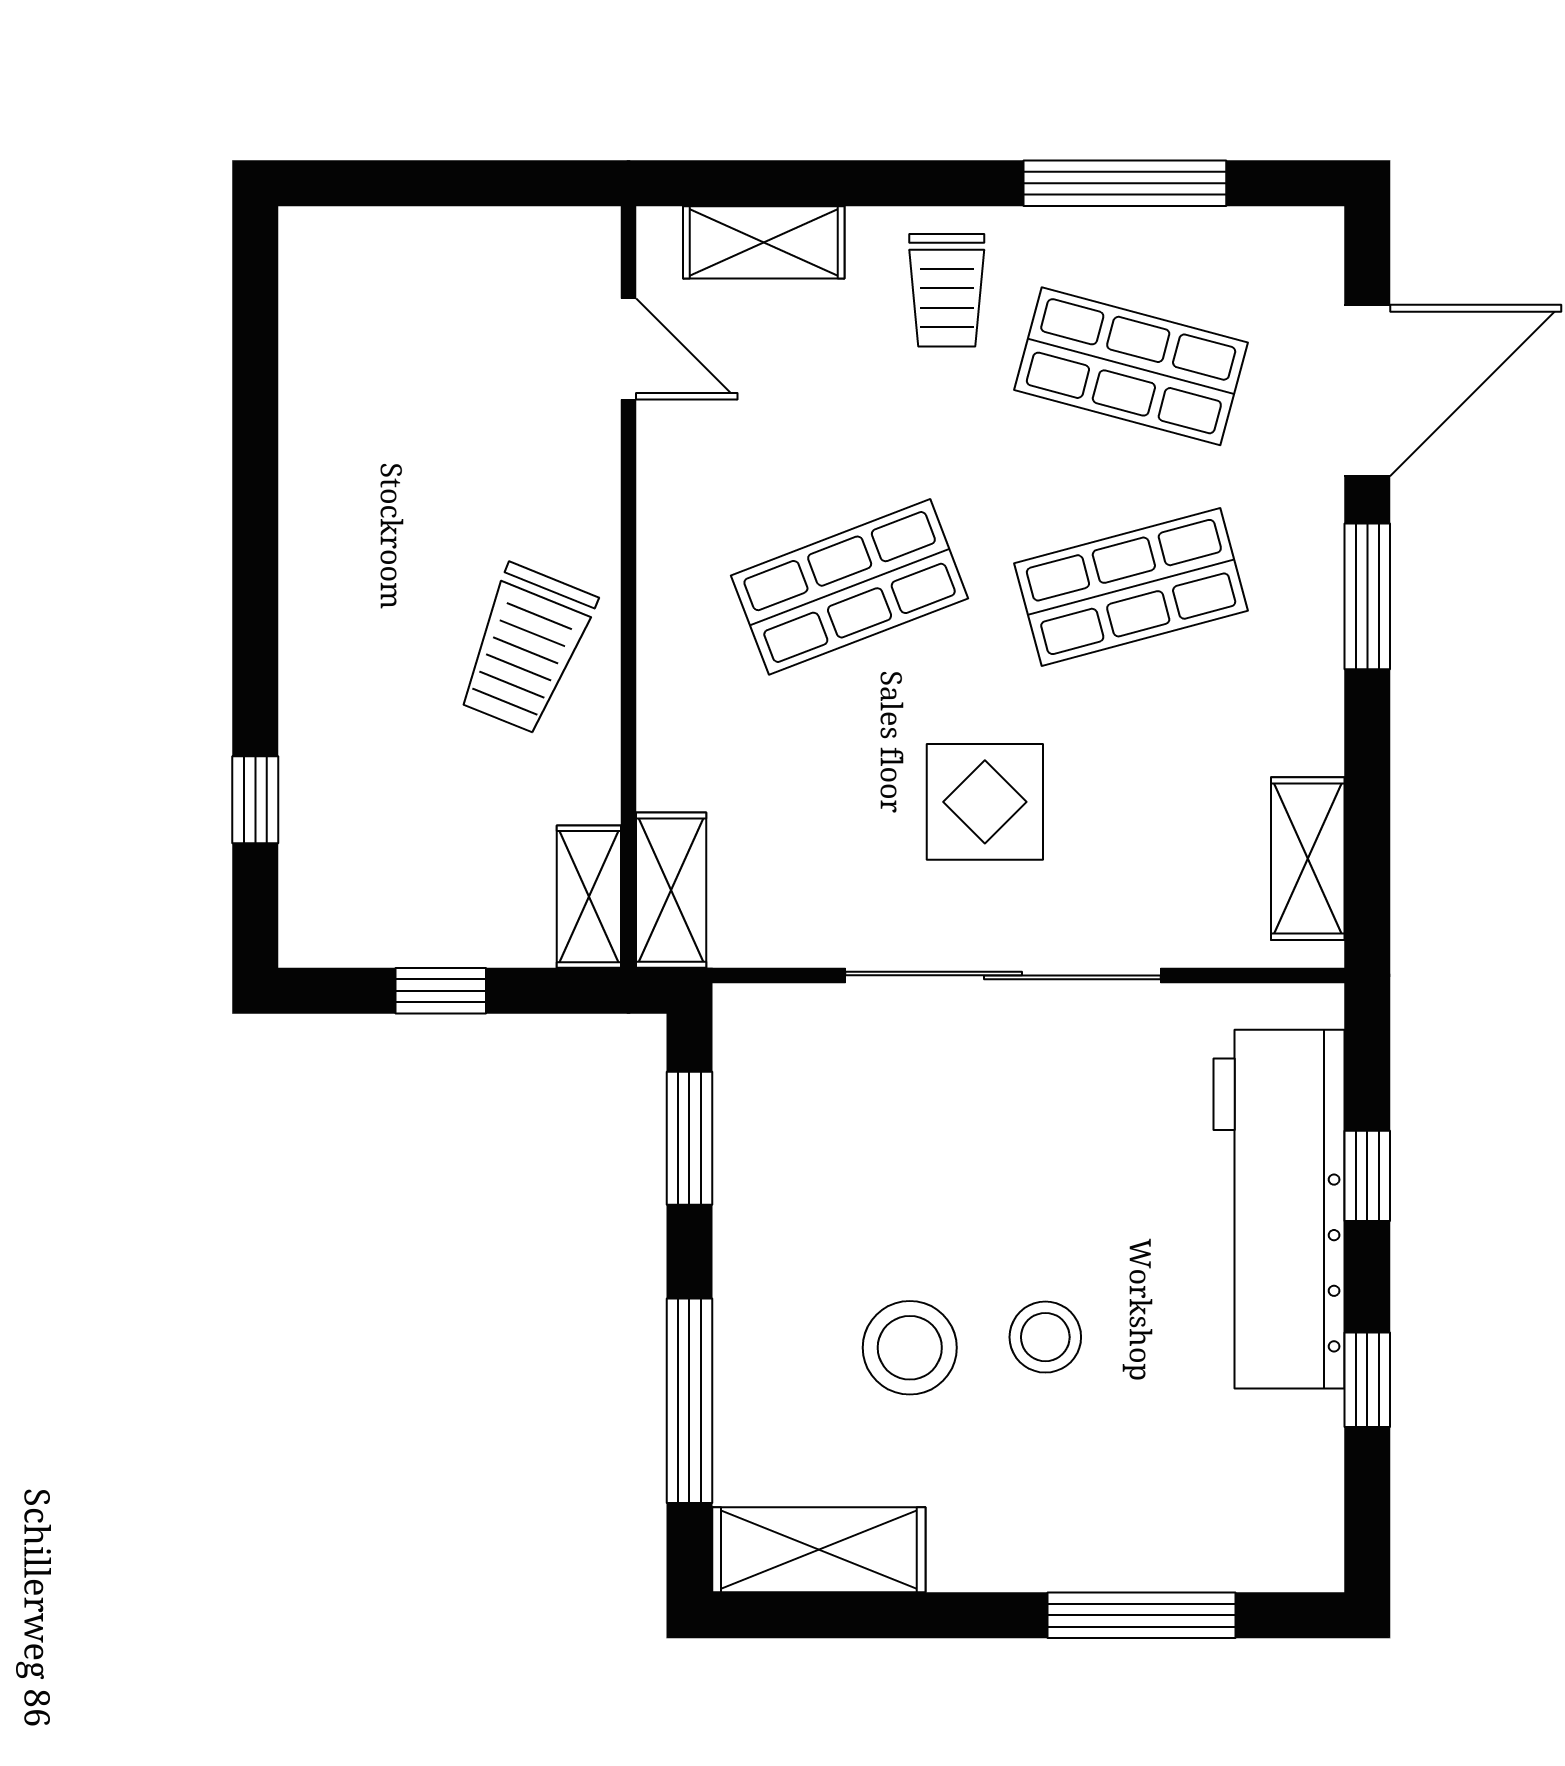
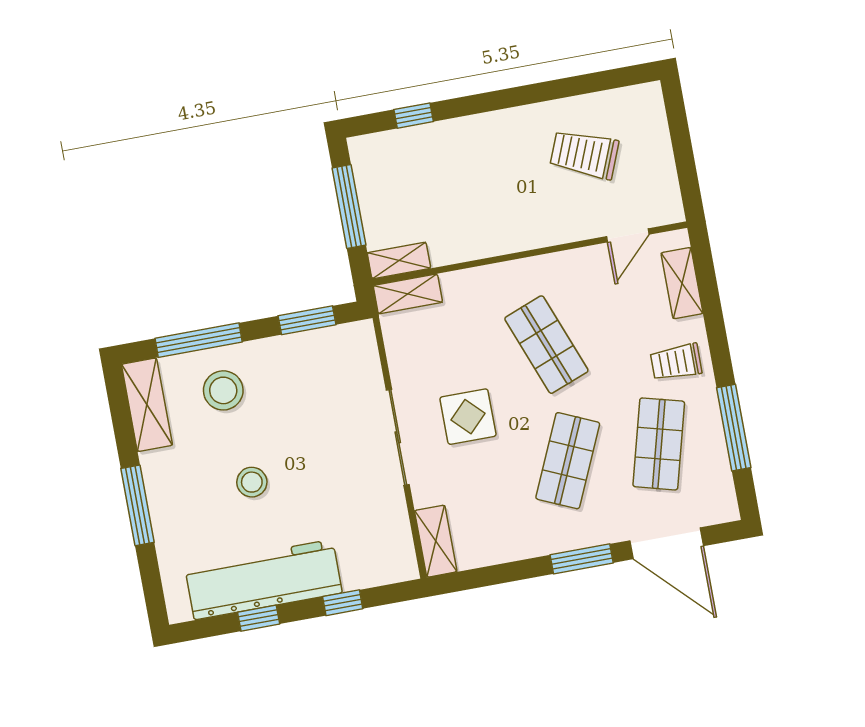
shop shelf: (1131, 587) -> (568, 461), turned 39
trolley: (526, 649) -> (584, 154), moved
shelving: (1308, 859) -> (436, 541), moved, turned 90
sliding door: (1003, 975) -> (398, 437), width x0.73
window: (441, 991) -> (349, 207), width x2.17
workbench: (1279, 1209) -> (263, 580), moved
stool: (910, 1348) -> (223, 390), moved
window: (1142, 1615) -> (138, 505), moved

